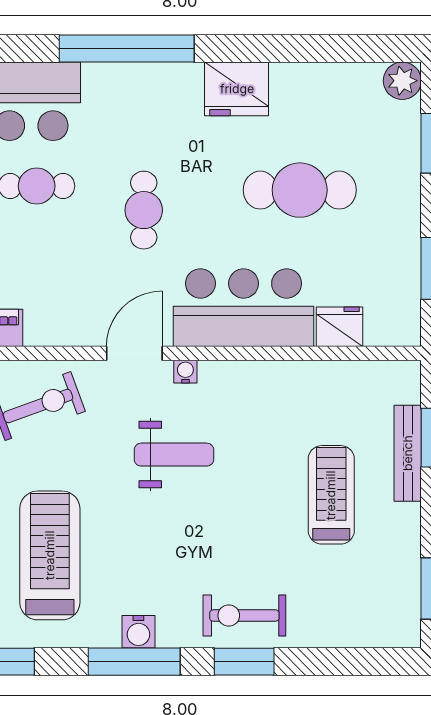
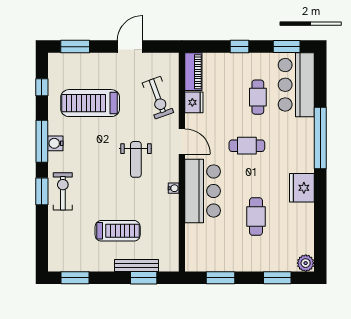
cafe table: (300, 190) -> (256, 217), width x0.73, depth x0.74
fridge: (340, 327) -> (194, 102), moved
water cooler: (185, 372) -> (174, 188), moved
treadmill: (50, 555) -> (90, 103), turned 180

